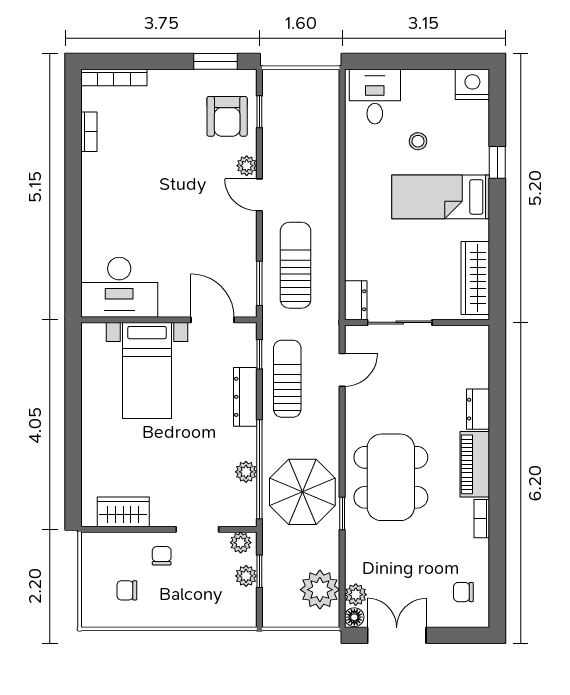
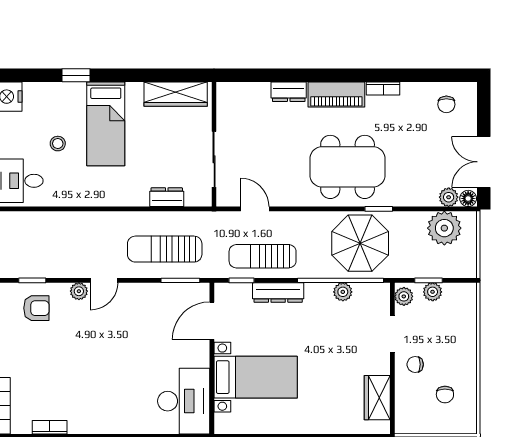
armchair: (227, 116) -> (36, 308), width x0.72, depth x0.72
dresser: (356, 300) -> (167, 197), moved

